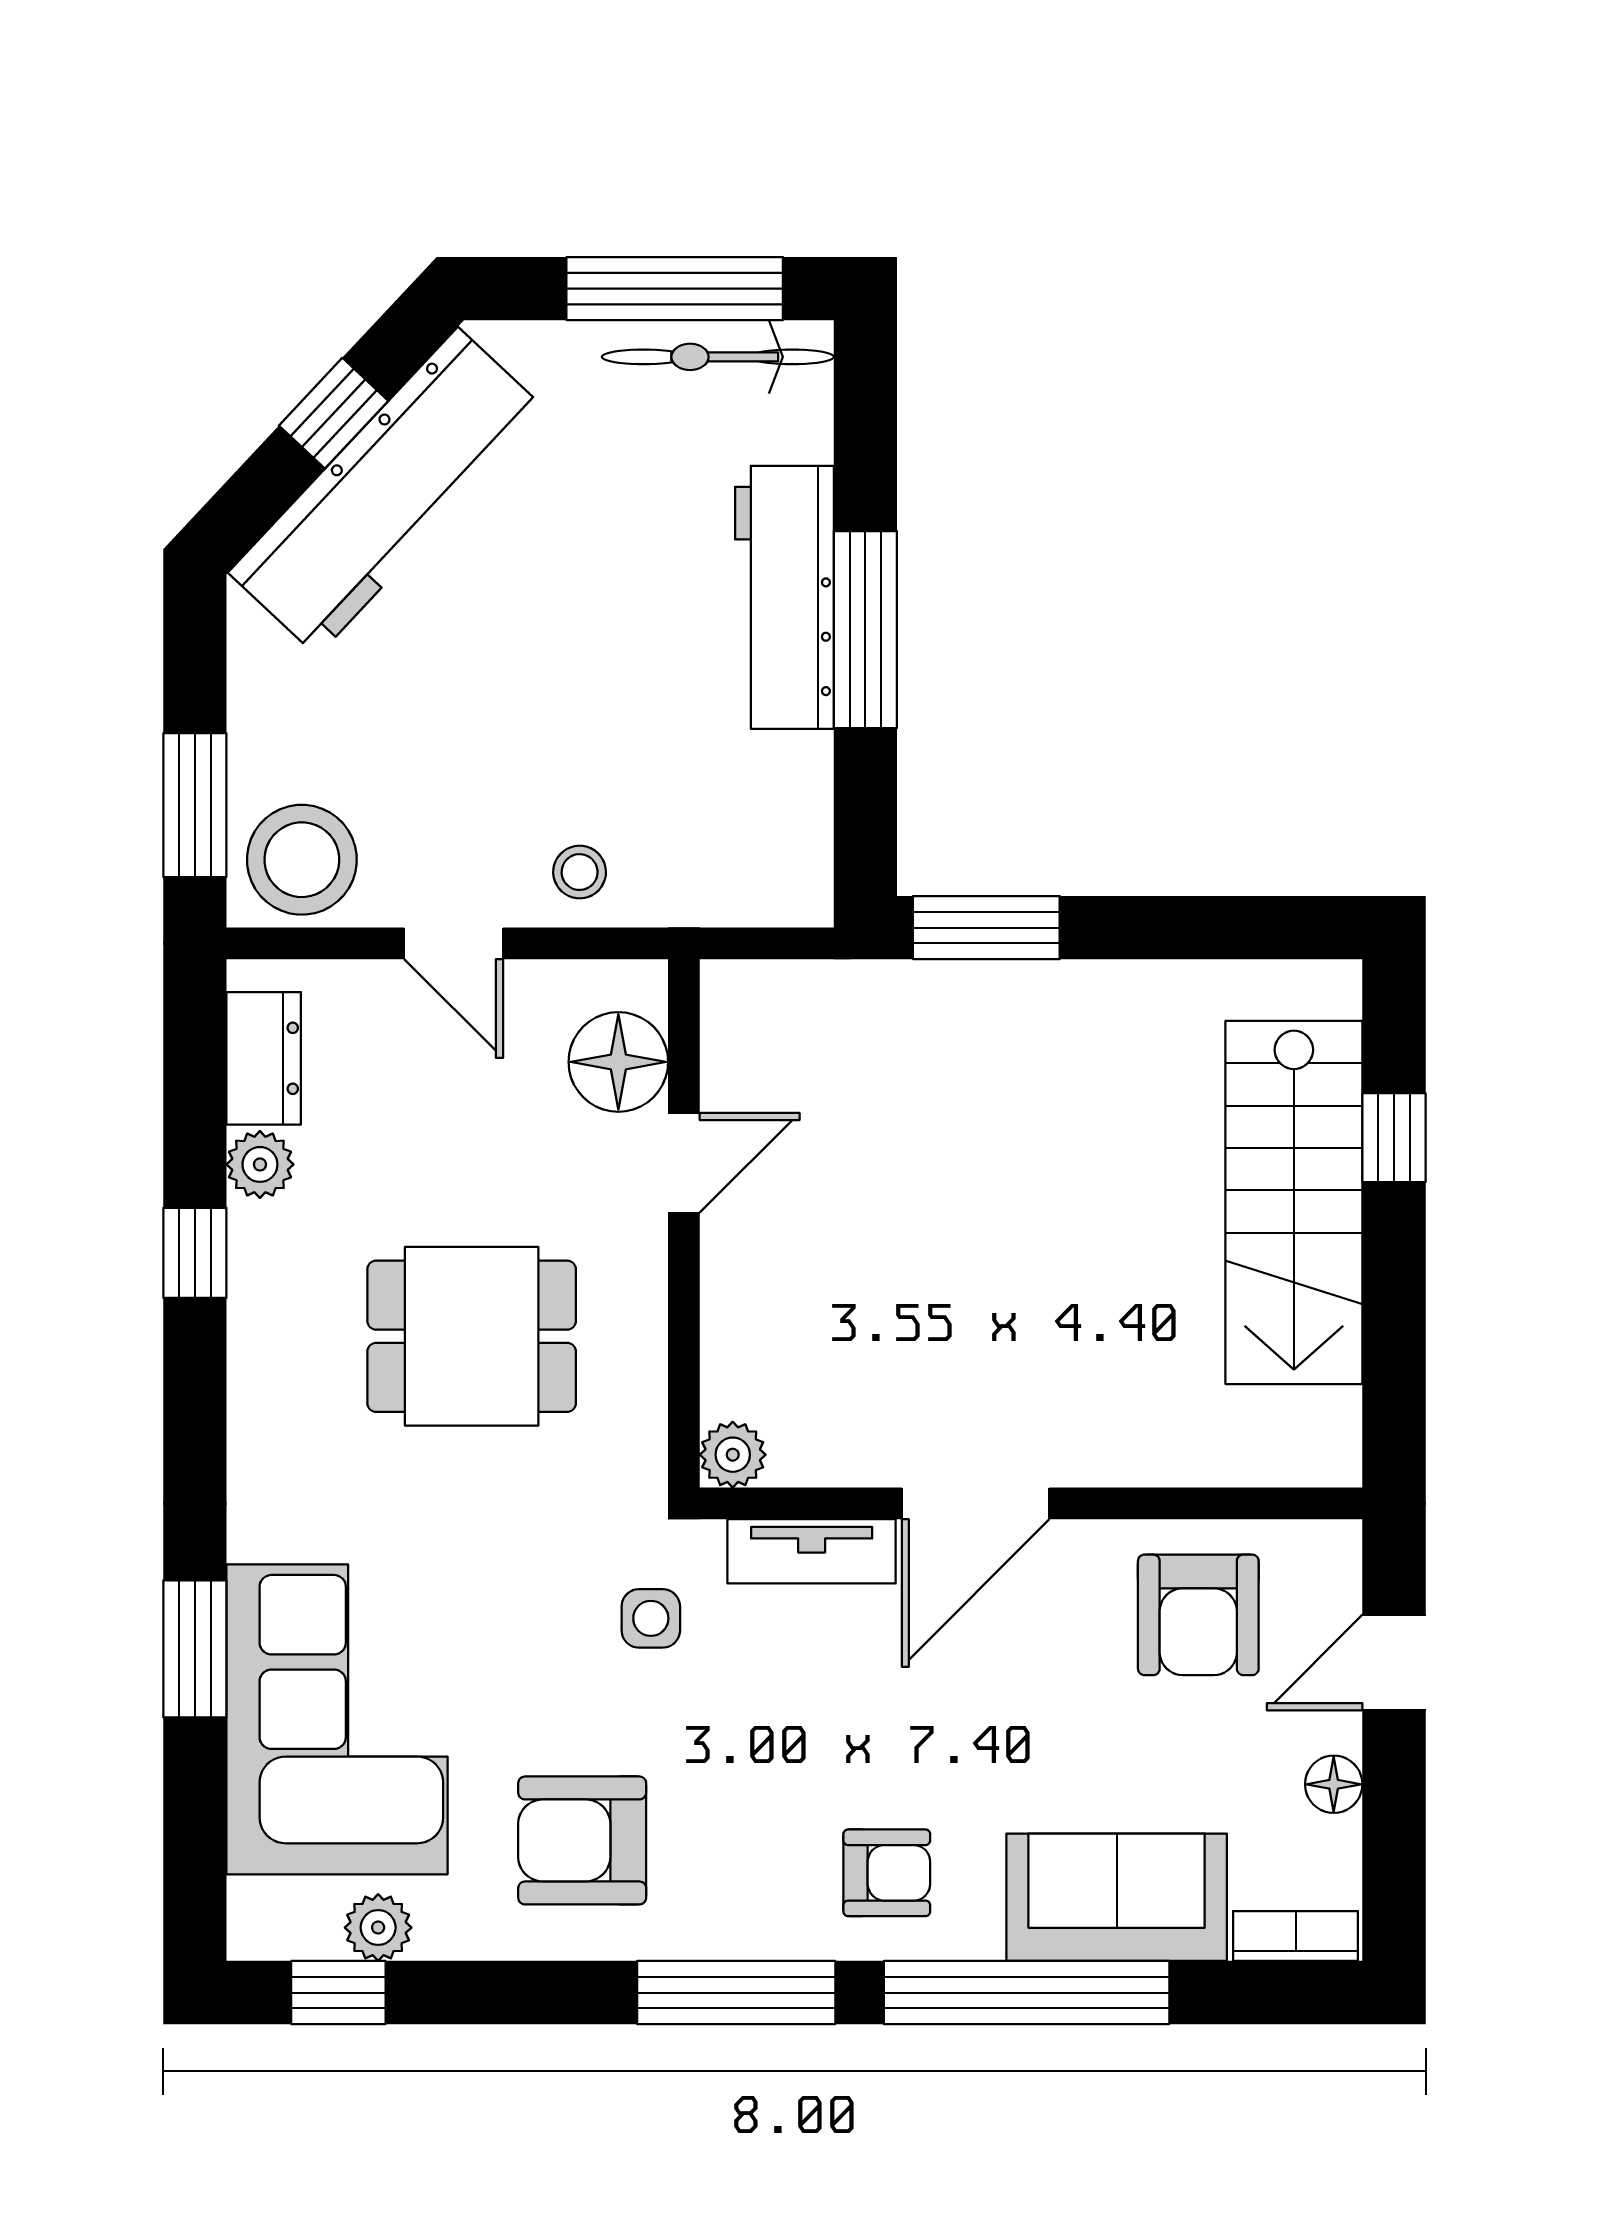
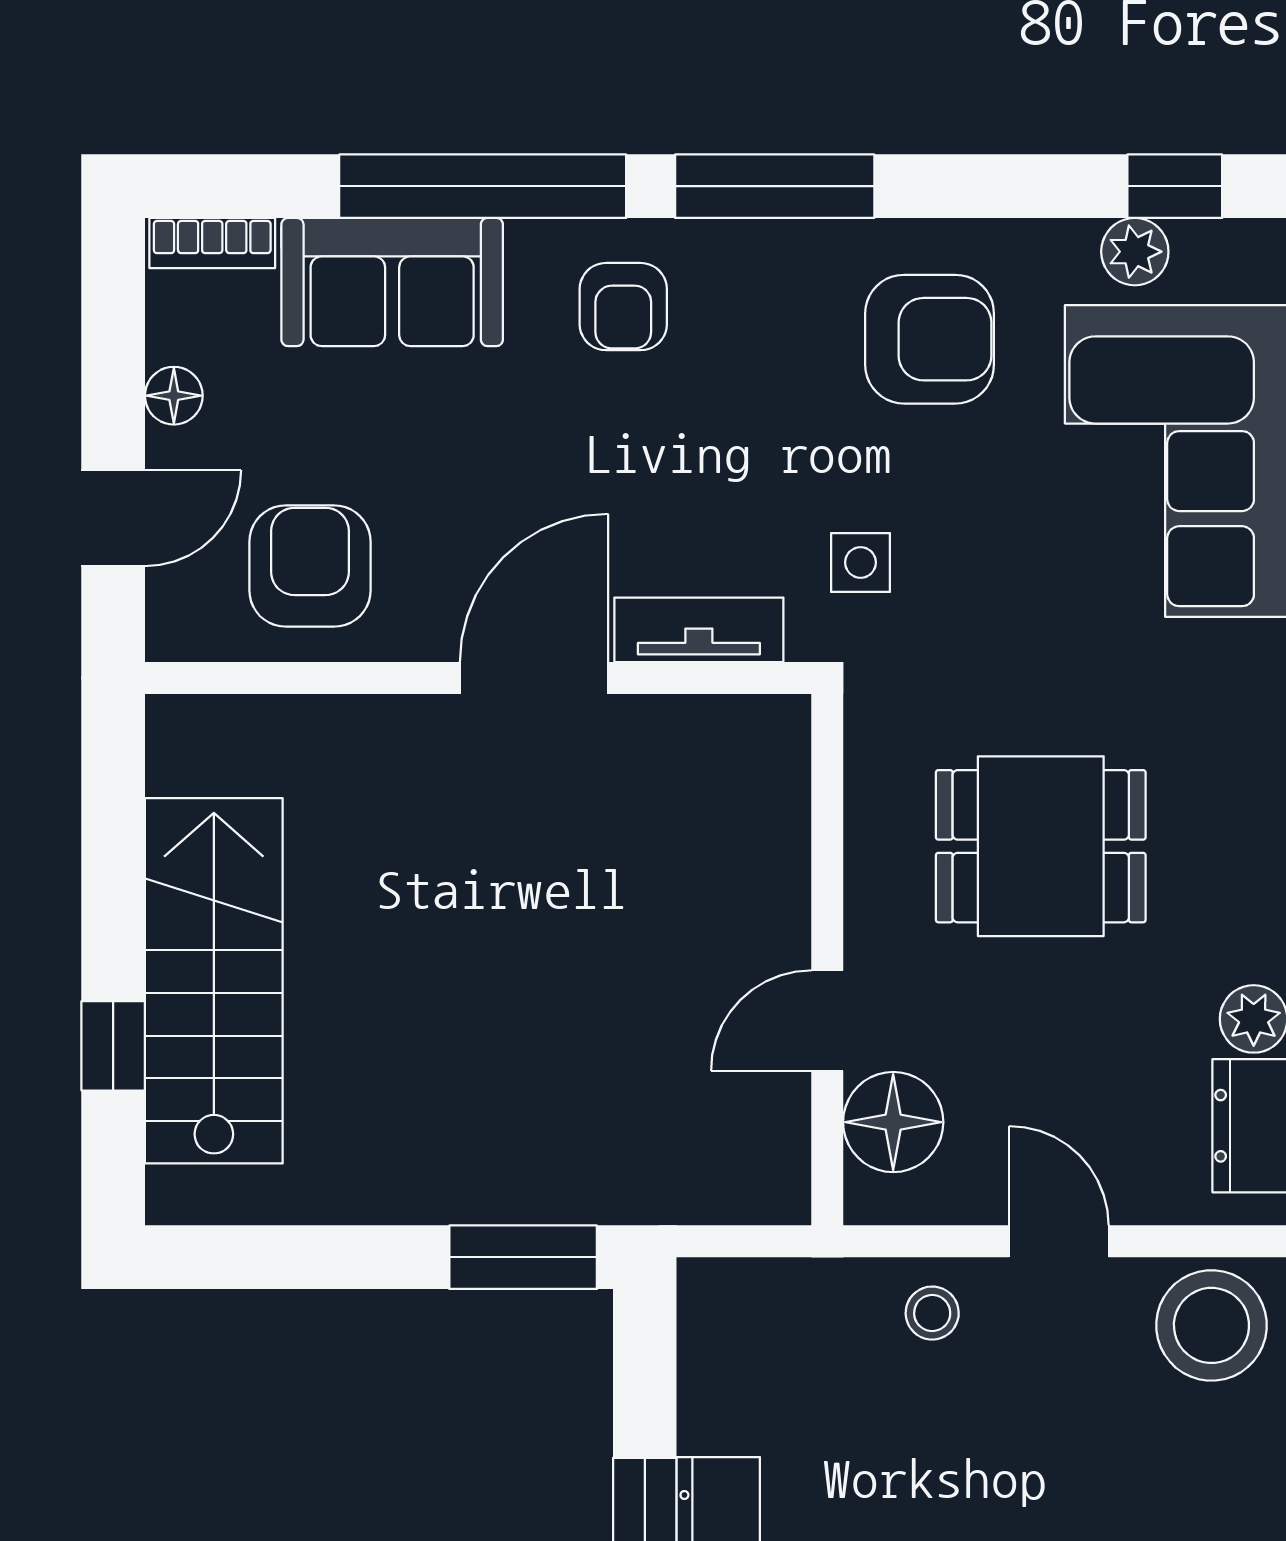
plant: (733, 1455) -> (778, 727), removed
armchair: (887, 1873) -> (623, 307), turned -90

